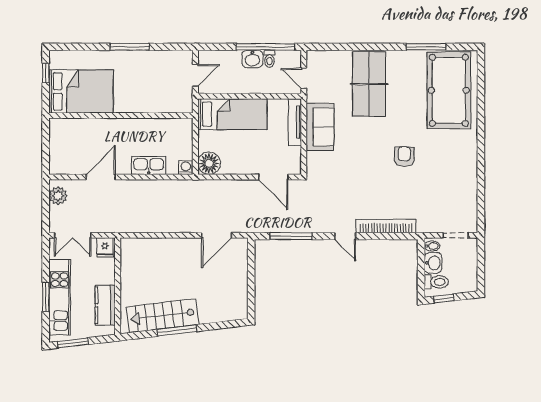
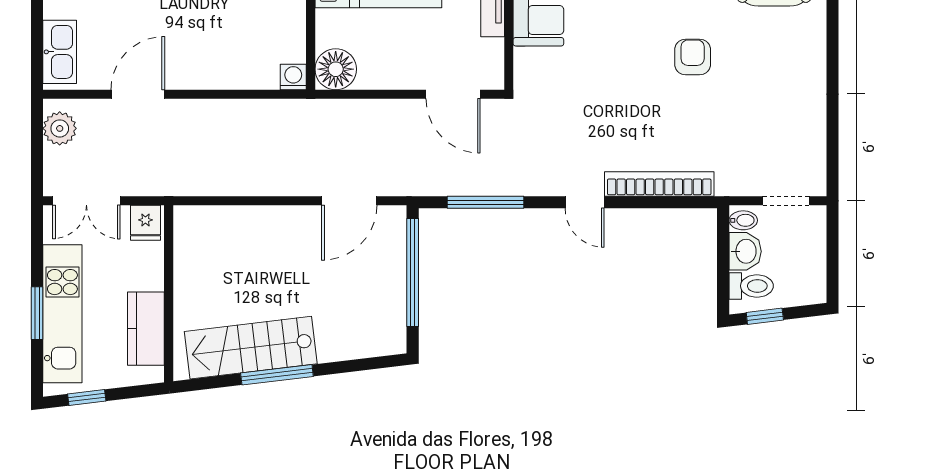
kitchen sink: (149, 165) -> (60, 52), moved, turned 90
window: (251, 275) -> (413, 272), added
window: (73, 343) -> (87, 398), width x0.67

